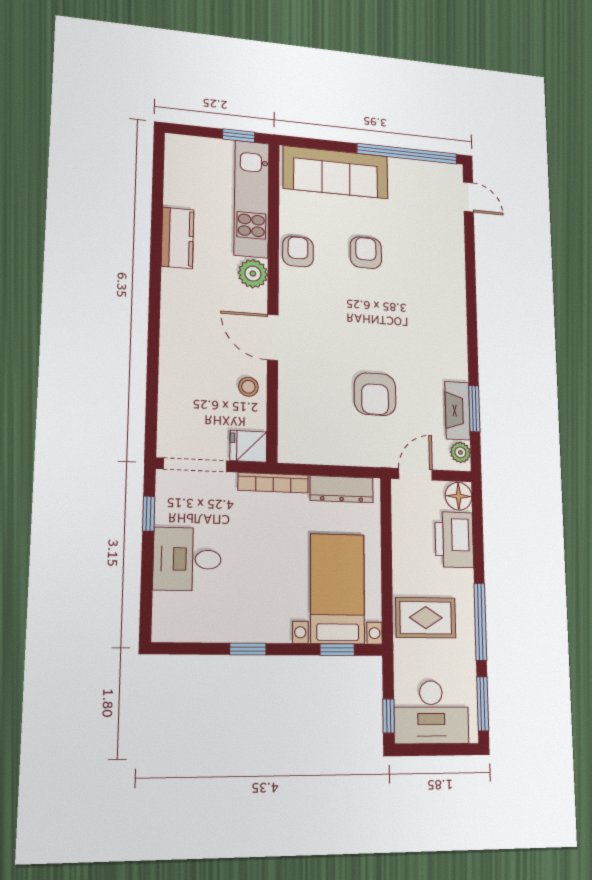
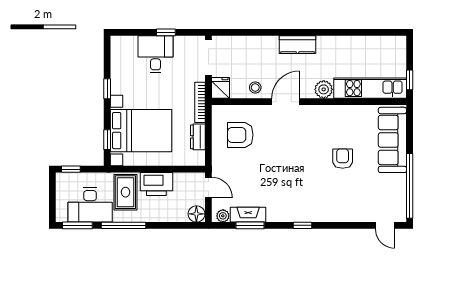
door: (468, 197) -> (385, 225), hinge flipped
kitchen counter: (178, 238) -> (298, 45), moved
armchair: (298, 252) -> (340, 117), removed
armchair: (366, 253) -> (343, 159), turned -90
window: (472, 325) -> (302, 225), added
armchair: (375, 394) -> (240, 135), moved
dresser: (342, 489) -> (198, 137), width x0.70
window: (149, 514) -> (166, 32), moved
printer: (454, 540) -> (156, 184), moved, turned 180
bed with nightstands: (338, 589) -> (141, 131), width x1.36
desk: (431, 712) -> (90, 205), moved, turned -90

